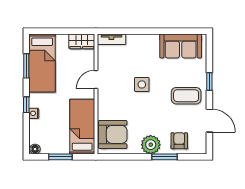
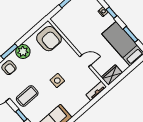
door: (96, 80) -> (85, 61), hinge flipped
bed: (82, 127) -> (70, 28), removed
armchair: (113, 134) -> (49, 39), turned -90

